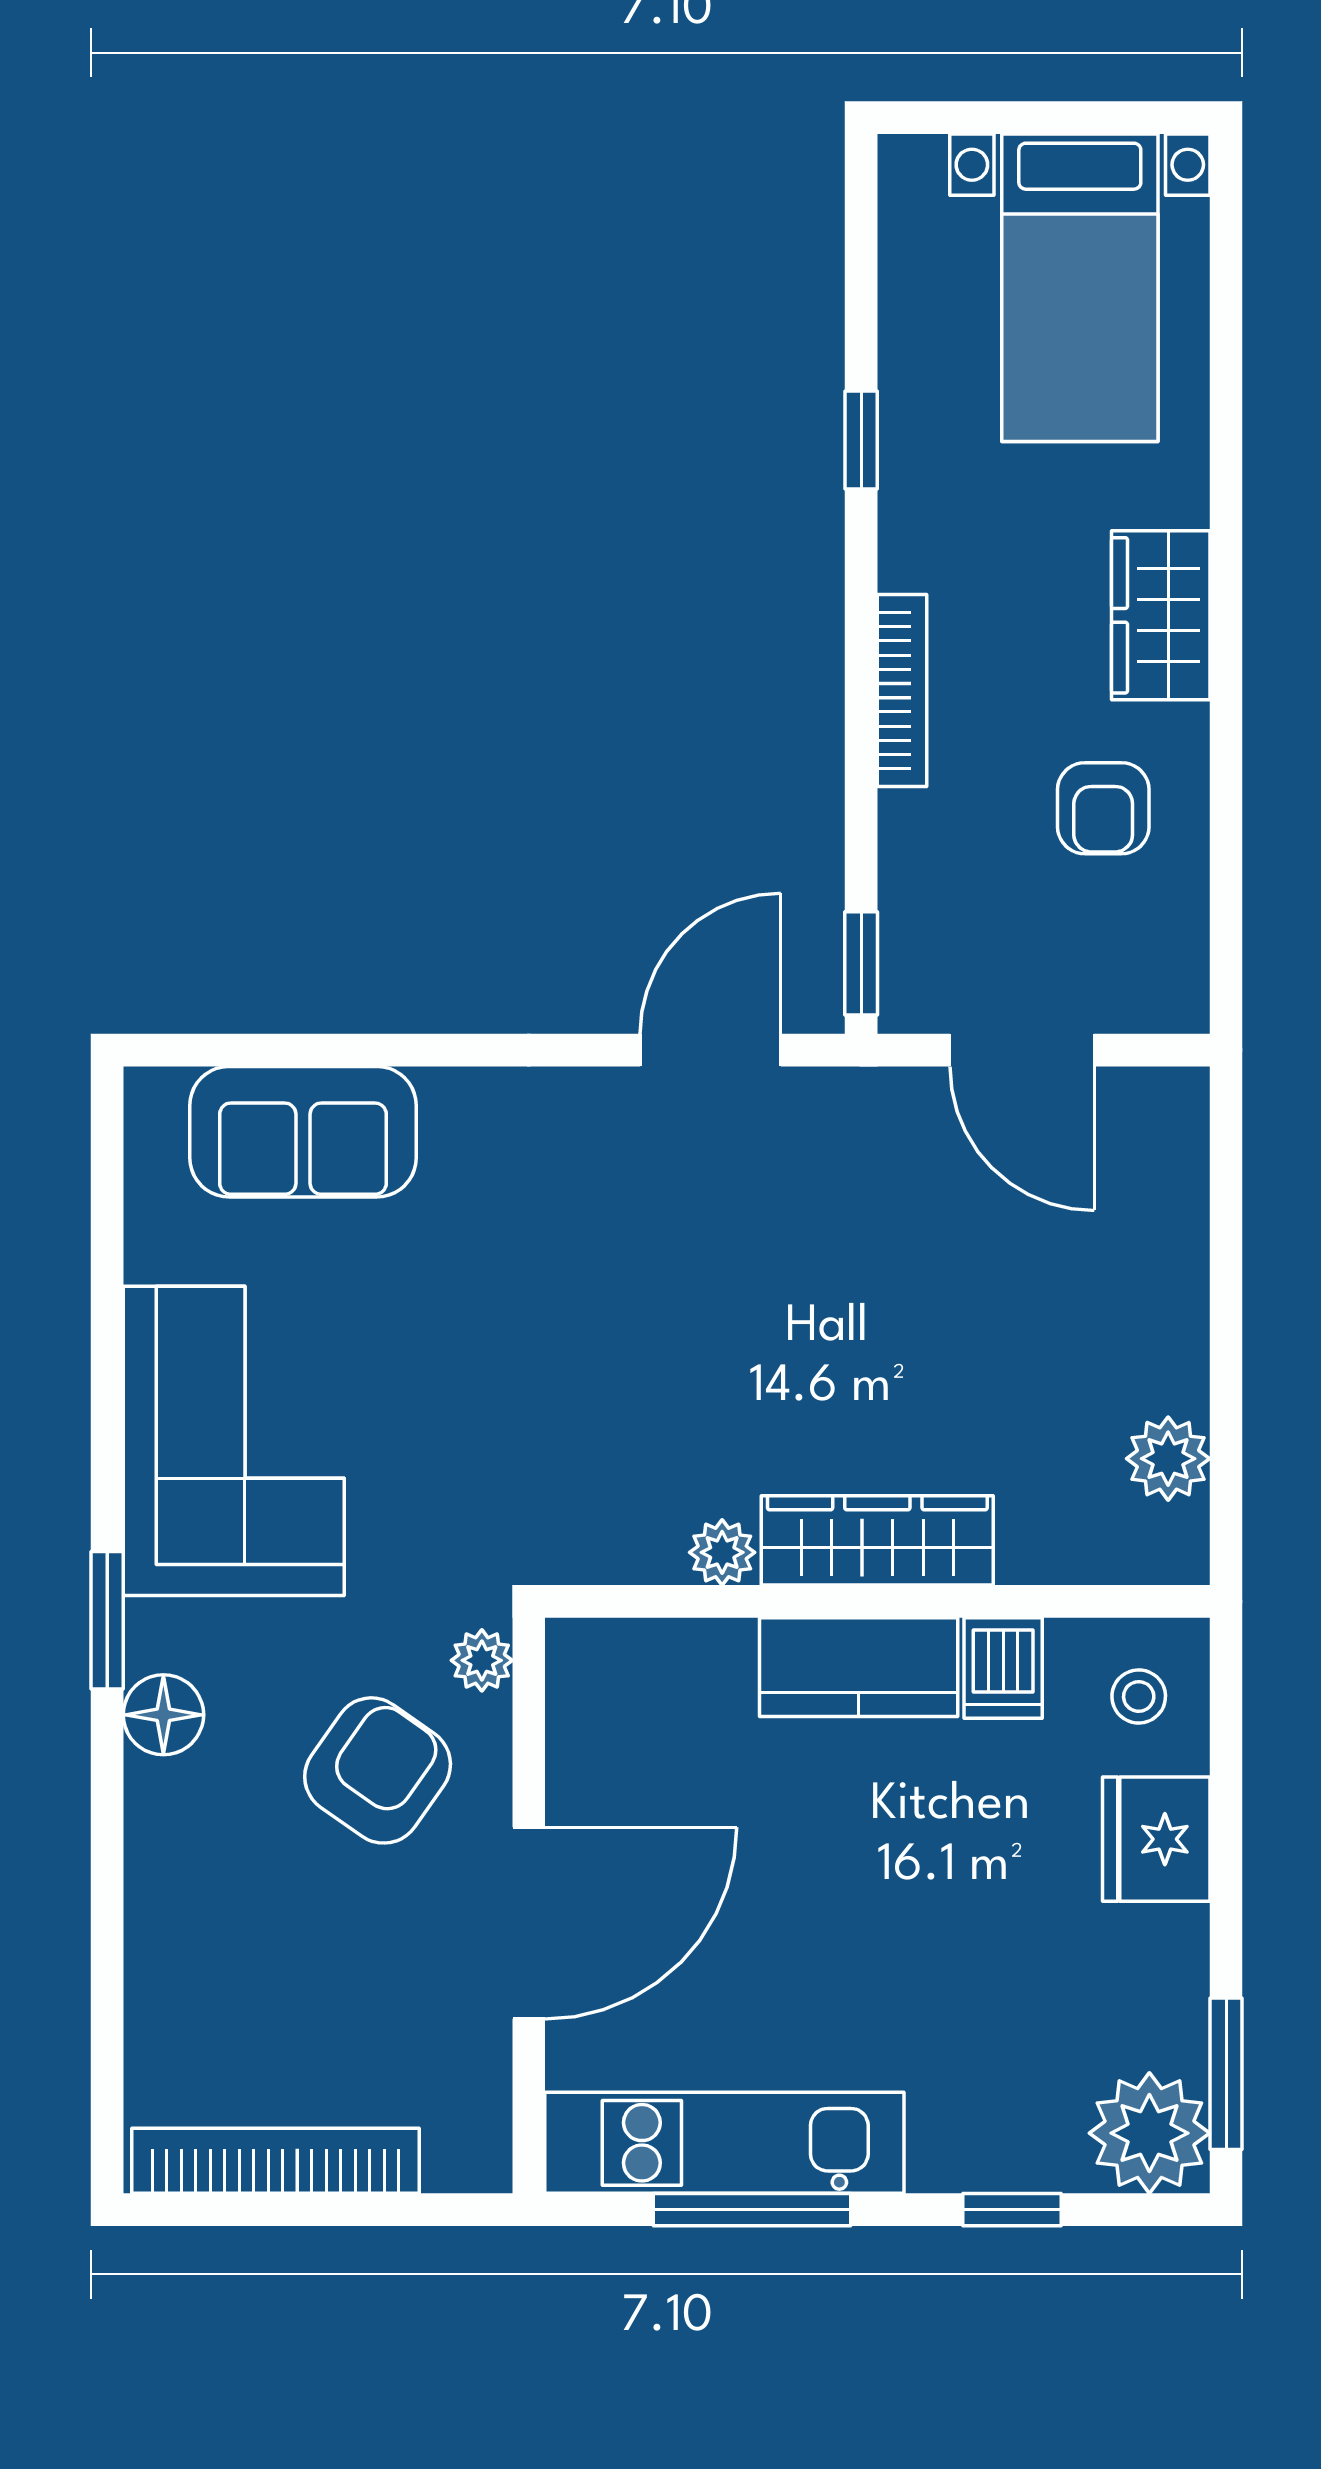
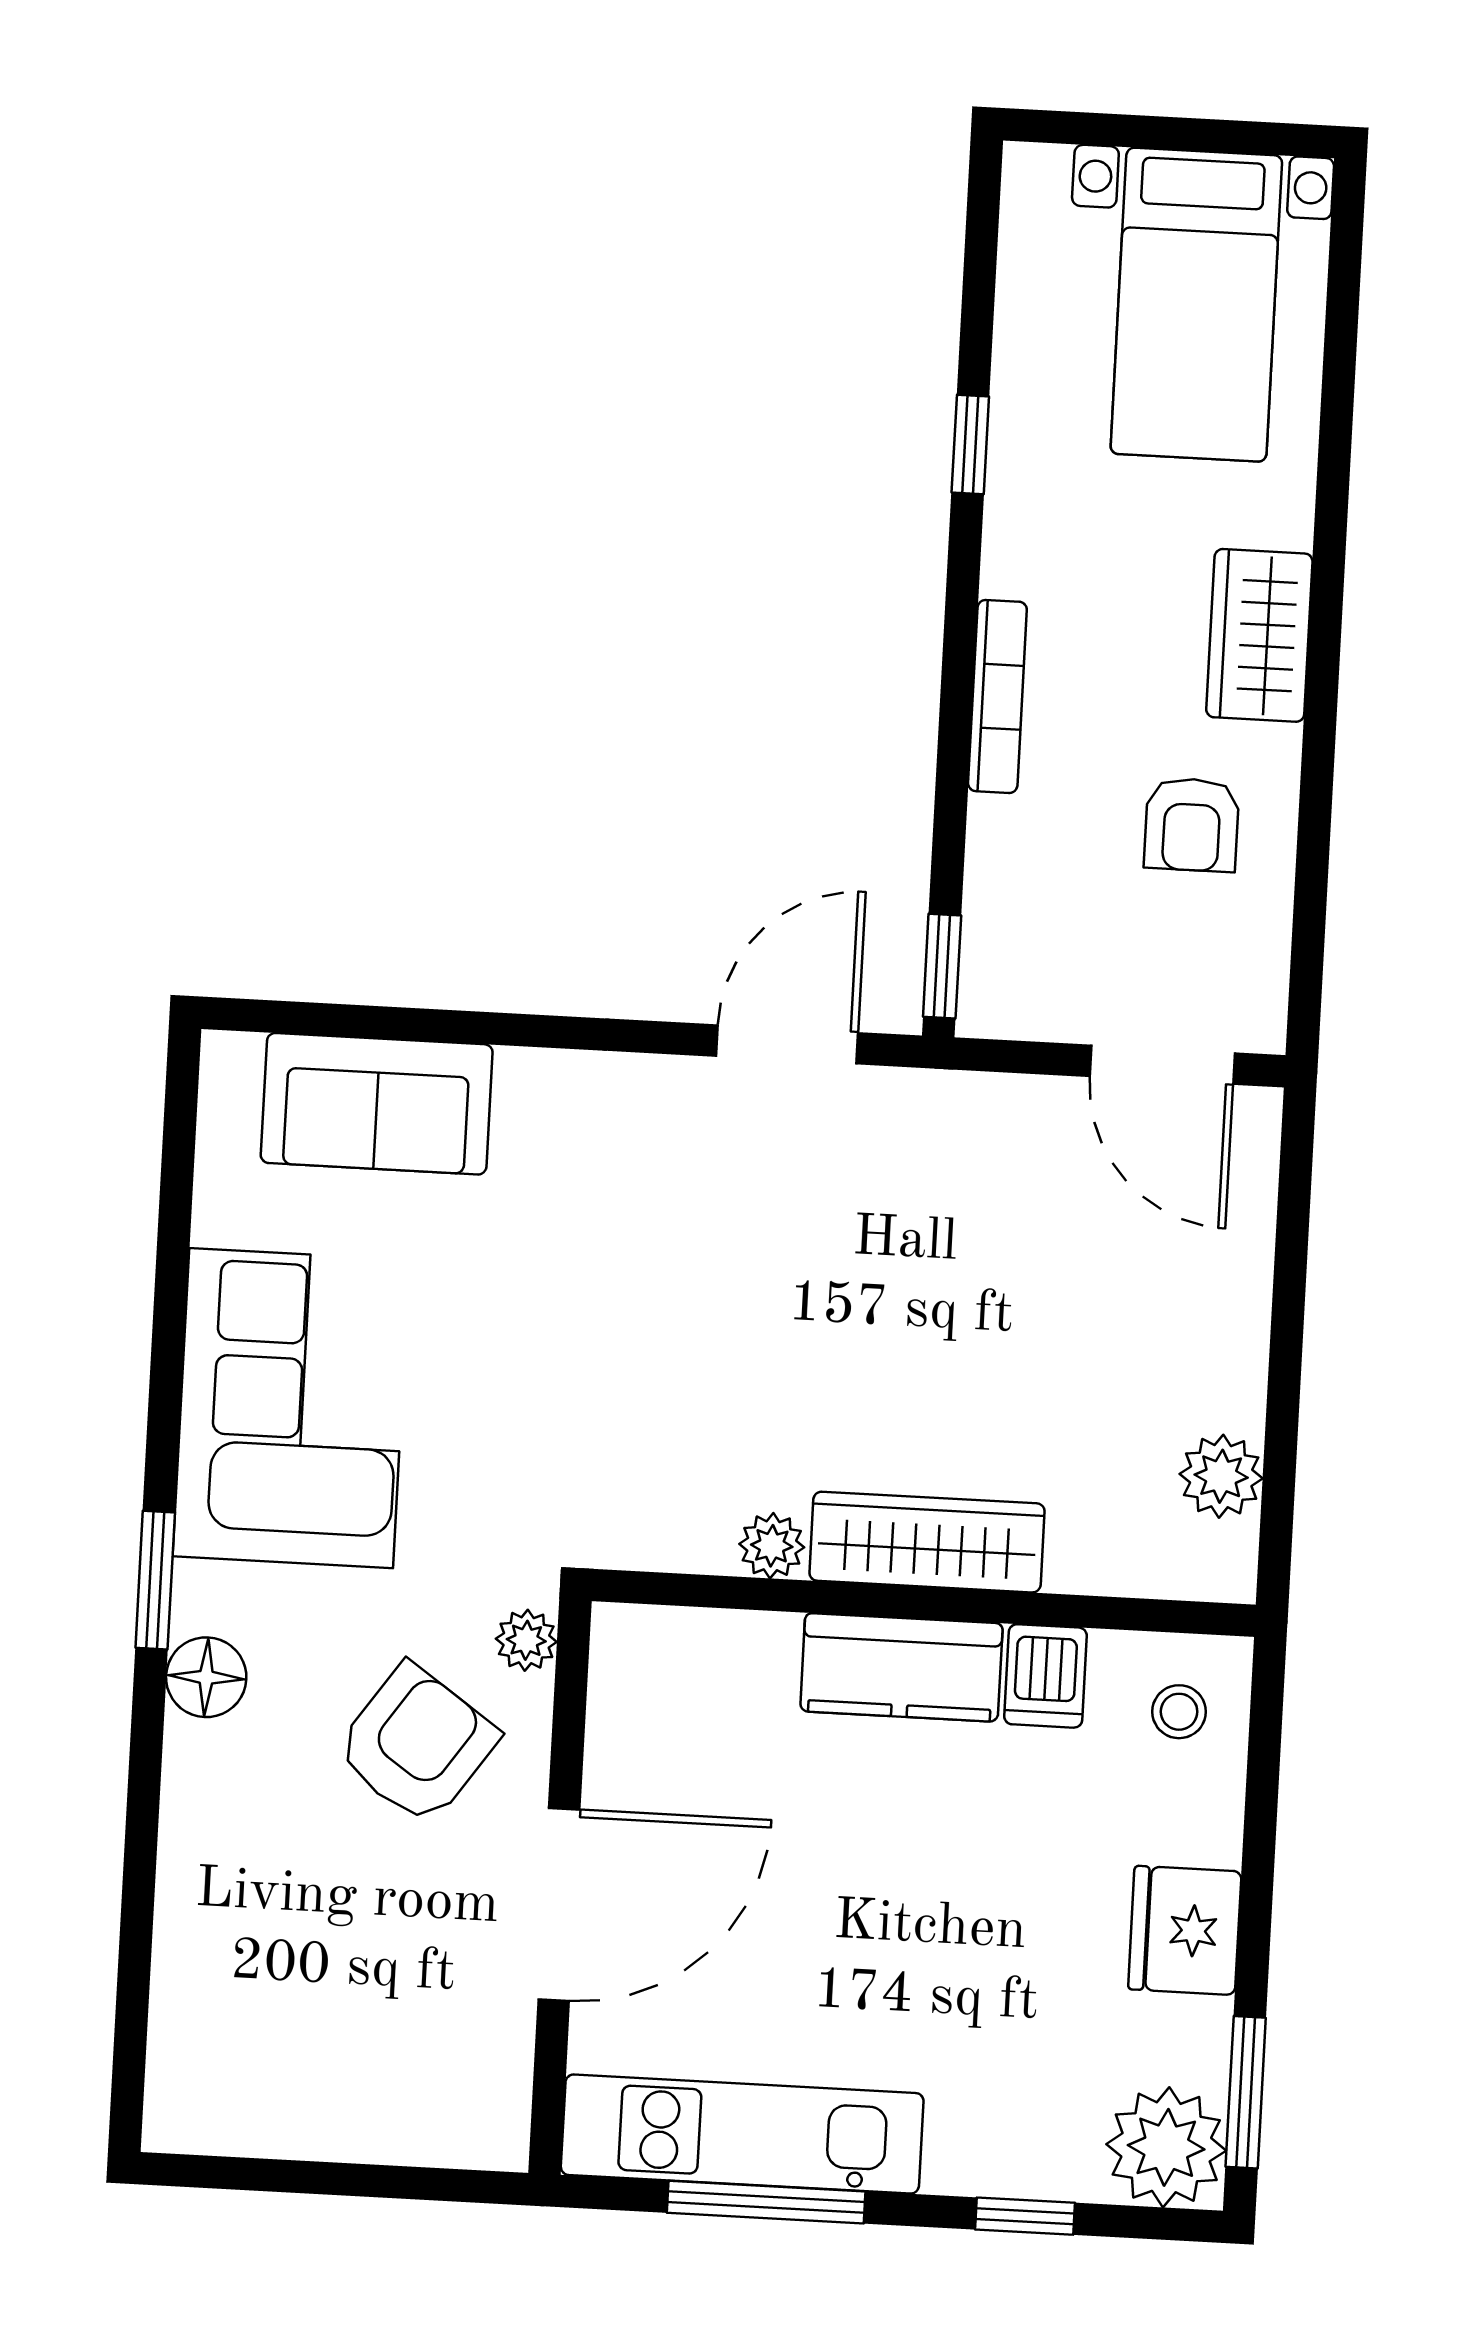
door: (1022, 1050) -> (1162, 1065), moved
fridge: (1156, 1839) -> (1185, 1930), moved
bookcase: (275, 2161) -> (294, 2128), removed

